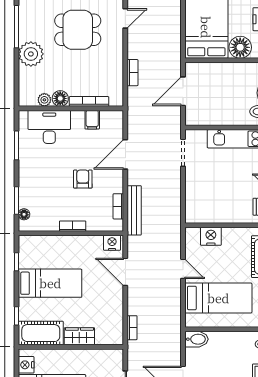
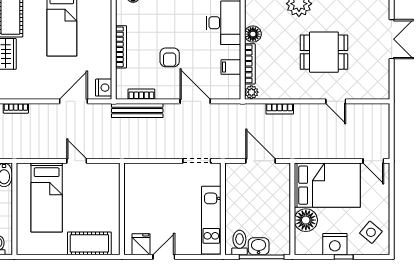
dining table: (78, 30) -> (324, 52), turned 90
plant: (44, 100) -> (251, 92), moved
armchair: (83, 179) -> (170, 57), turned 90
bookcase: (73, 226) -> (121, 47), width x1.56
nightstand: (211, 236) -> (110, 190), removed
door: (183, 269) -> (77, 161), swing flipped

